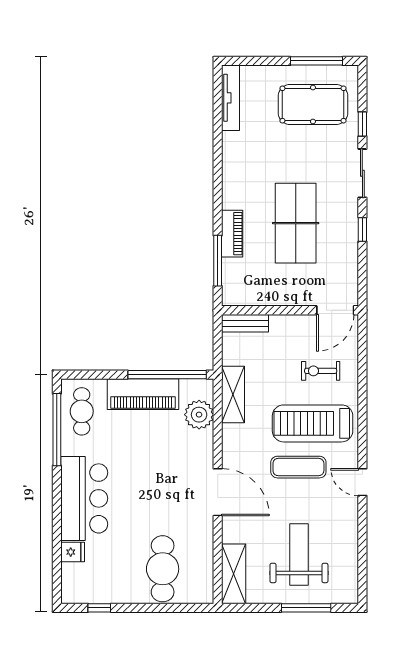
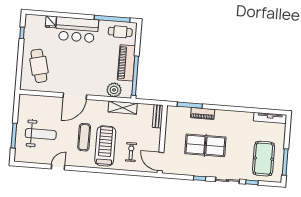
door: (362, 482) -> (58, 167), moved
cafe table: (163, 569) -> (39, 66), turned 76
shelving: (234, 574) -> (34, 101), removed

